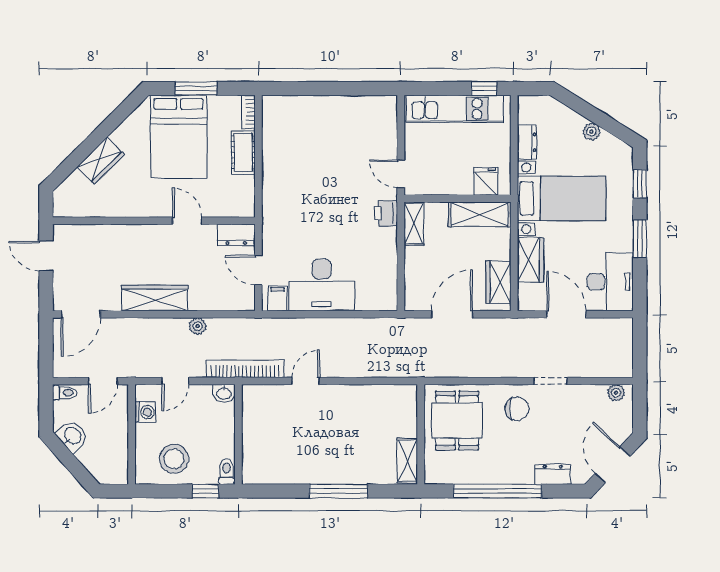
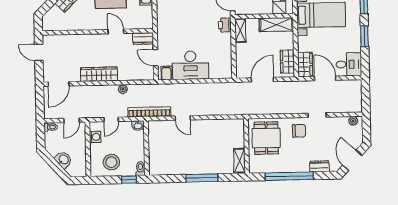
wardrobe: (530, 260) -> (305, 65), moved
desk: (610, 282) -> (349, 64), width x0.73
door: (306, 381) -> (183, 118), swing flipped
washbasin: (72, 436) -> (63, 160), moved

